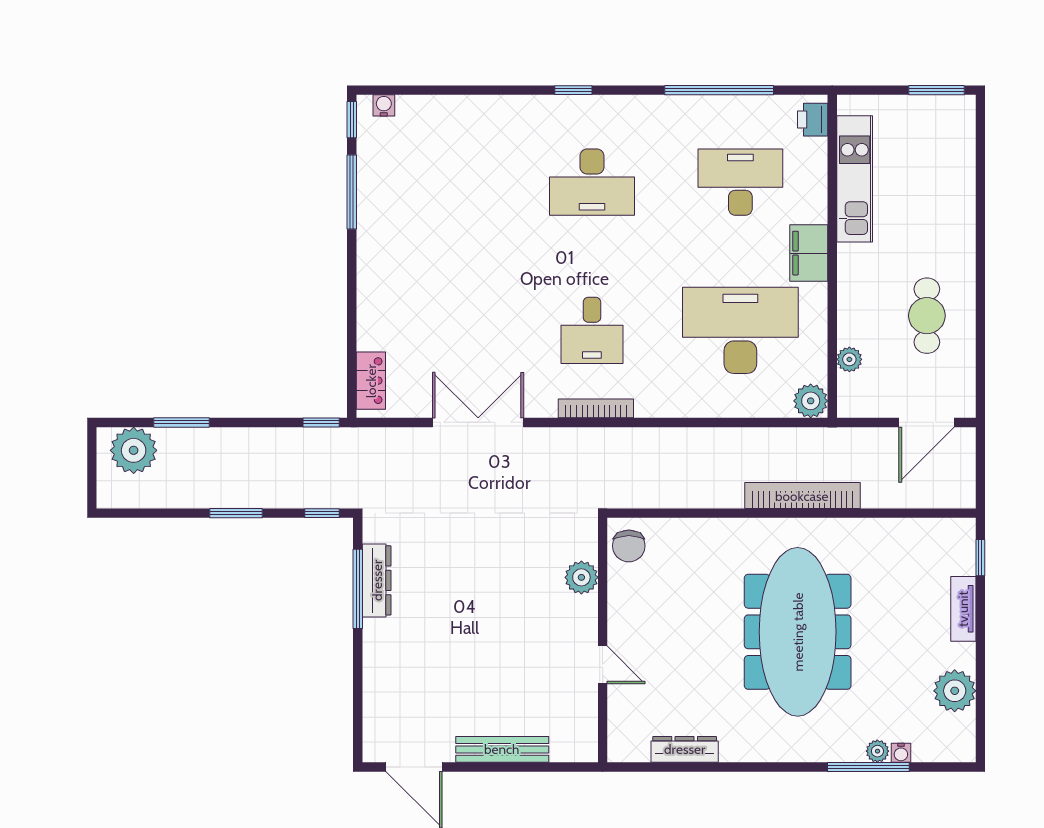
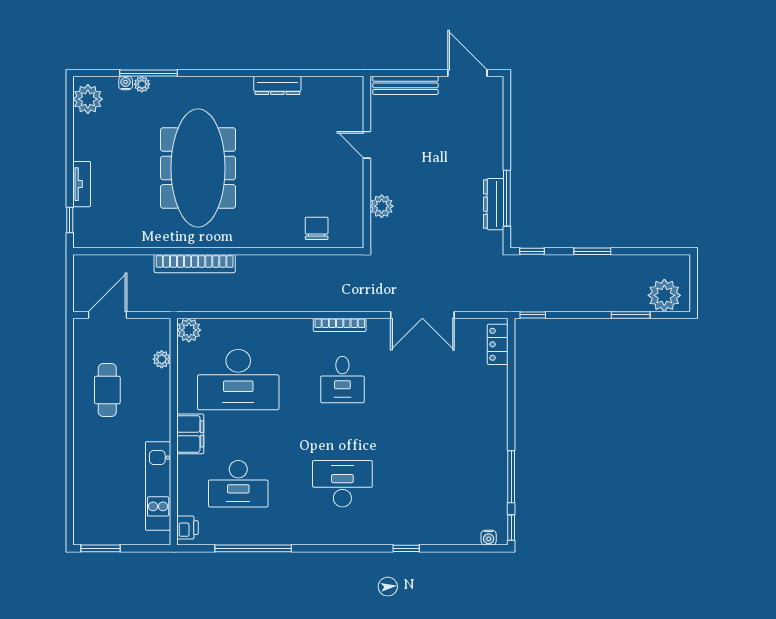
window: (573, 90) -> (406, 548), moved
desk: (592, 330) -> (342, 380), turned 180
plant: (581, 577) -> (382, 206), moved
wall: (603, 640) -> (367, 162), moved
door: (603, 665) -> (367, 145), moved
plant: (955, 691) -> (88, 99), moved

